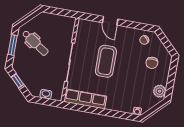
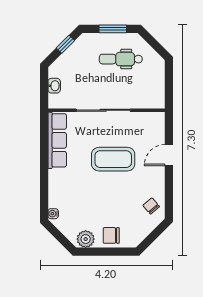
dental chair: (35, 43) -> (121, 59), turned 56
chair: (152, 63) -> (111, 235), moved

